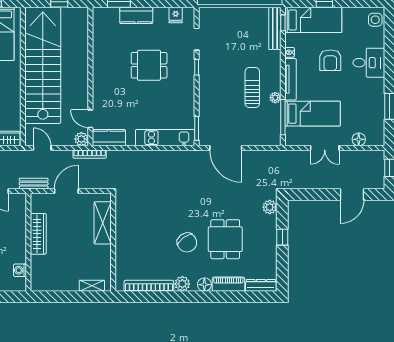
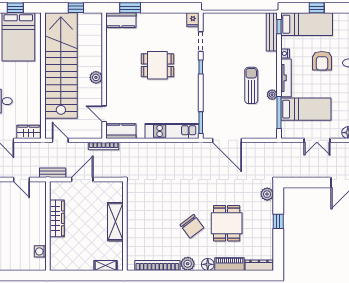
kitchen counter: (136, 15) -> (121, 20), moved
fridge: (176, 15) -> (193, 20), moved
plant: (81, 139) -> (96, 77), moved
shelving: (103, 223) -> (115, 222), moved

